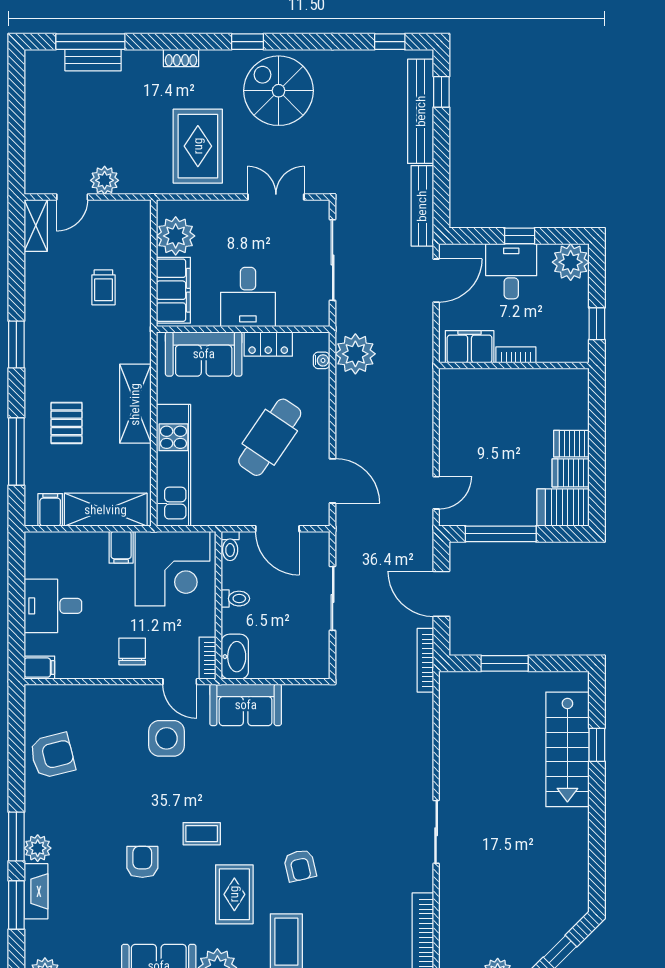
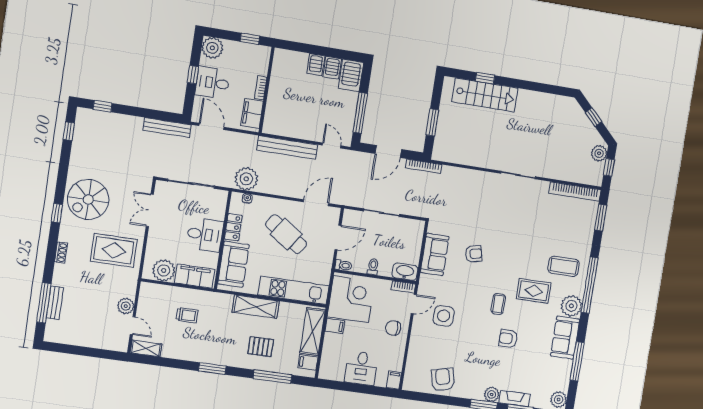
bench: (421, 111) -> (287, 147), moved
sofa: (246, 705) -> (435, 254), moved
armchair: (300, 865) -> (474, 254), moved

